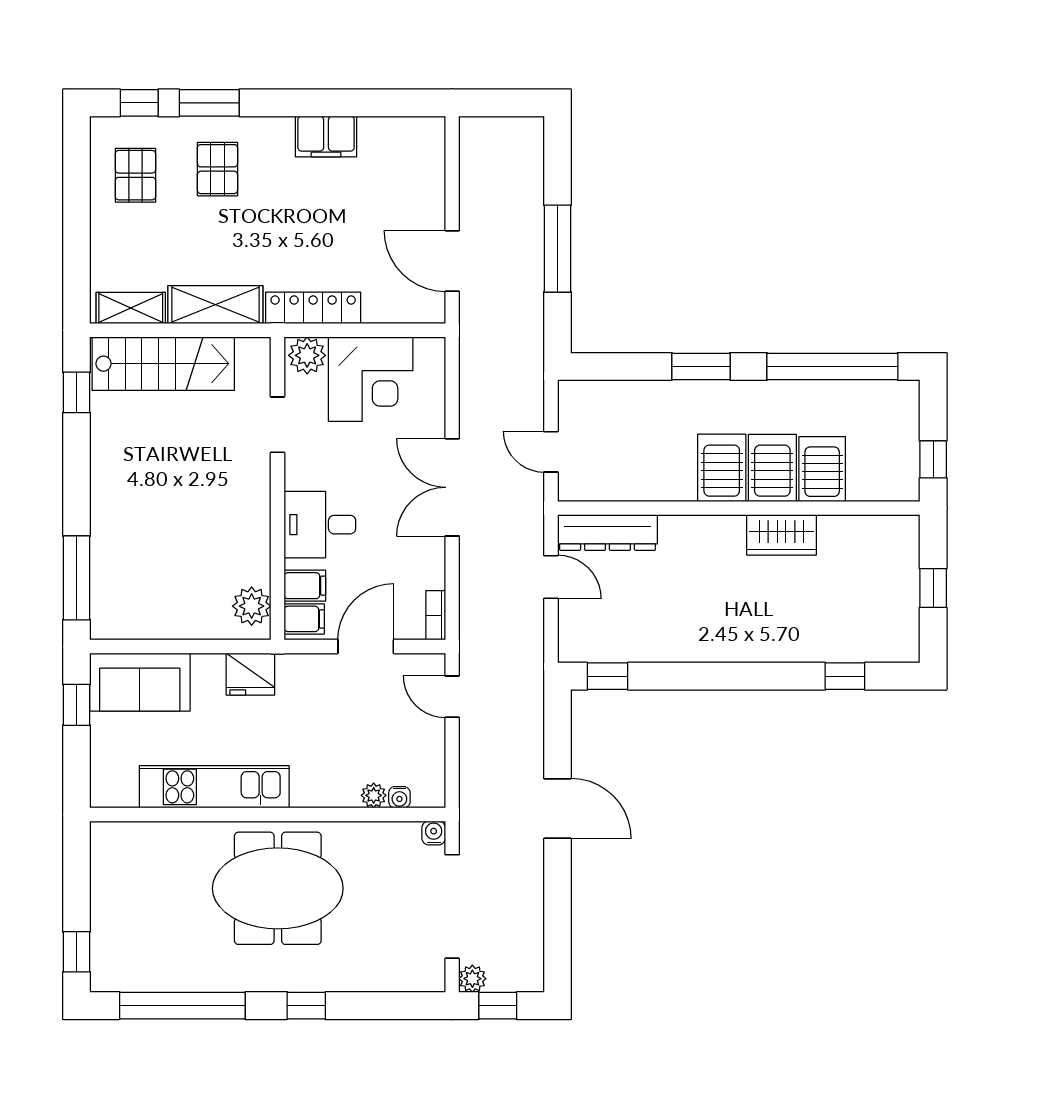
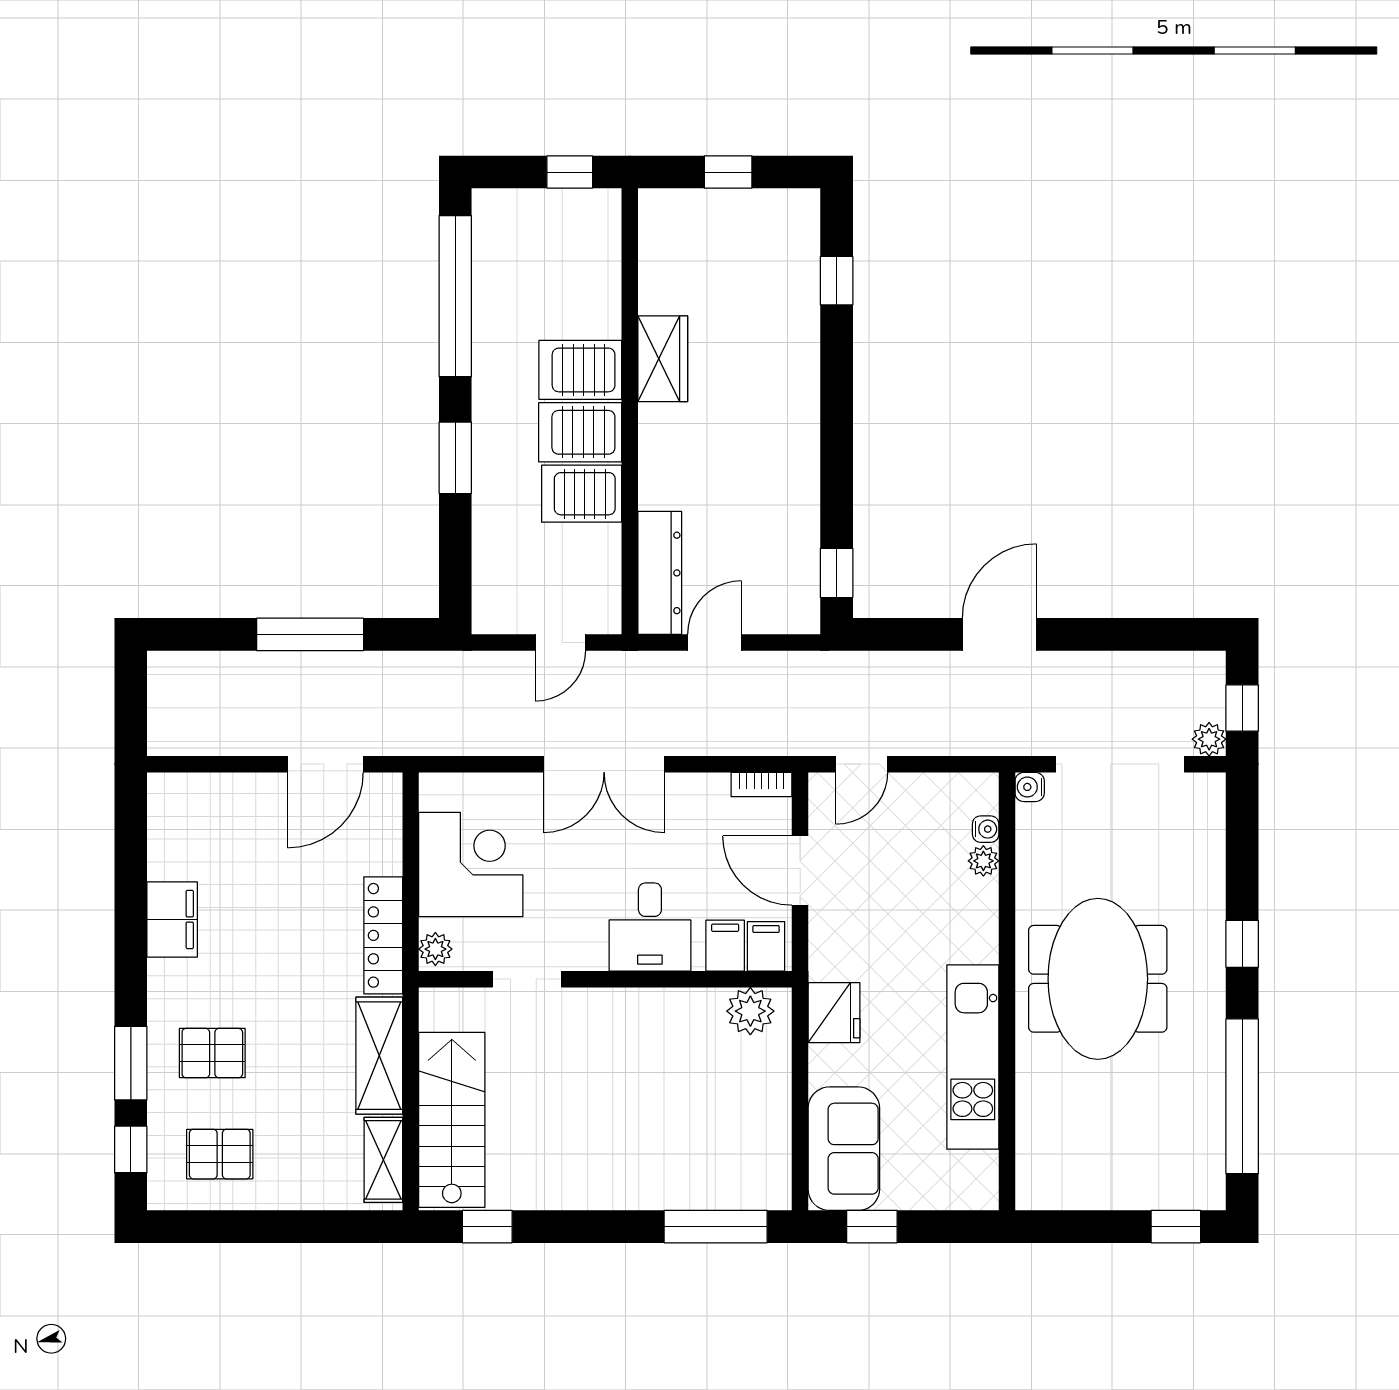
plant: (307, 355) -> (435, 949), width x0.73, depth x0.73
server rack: (822, 469) -> (582, 494), moved

